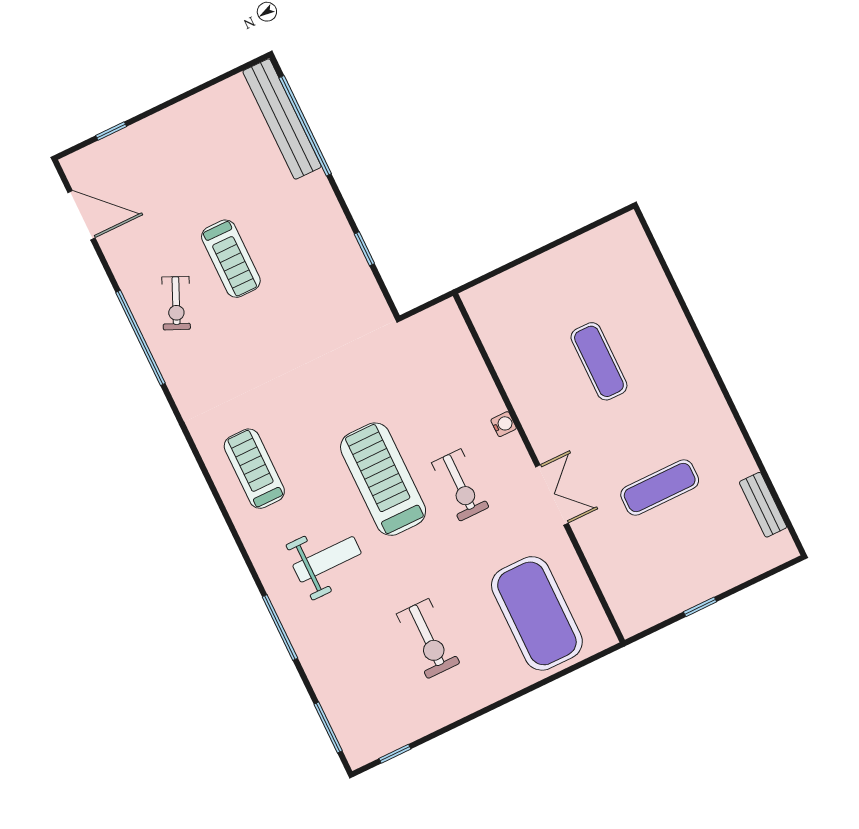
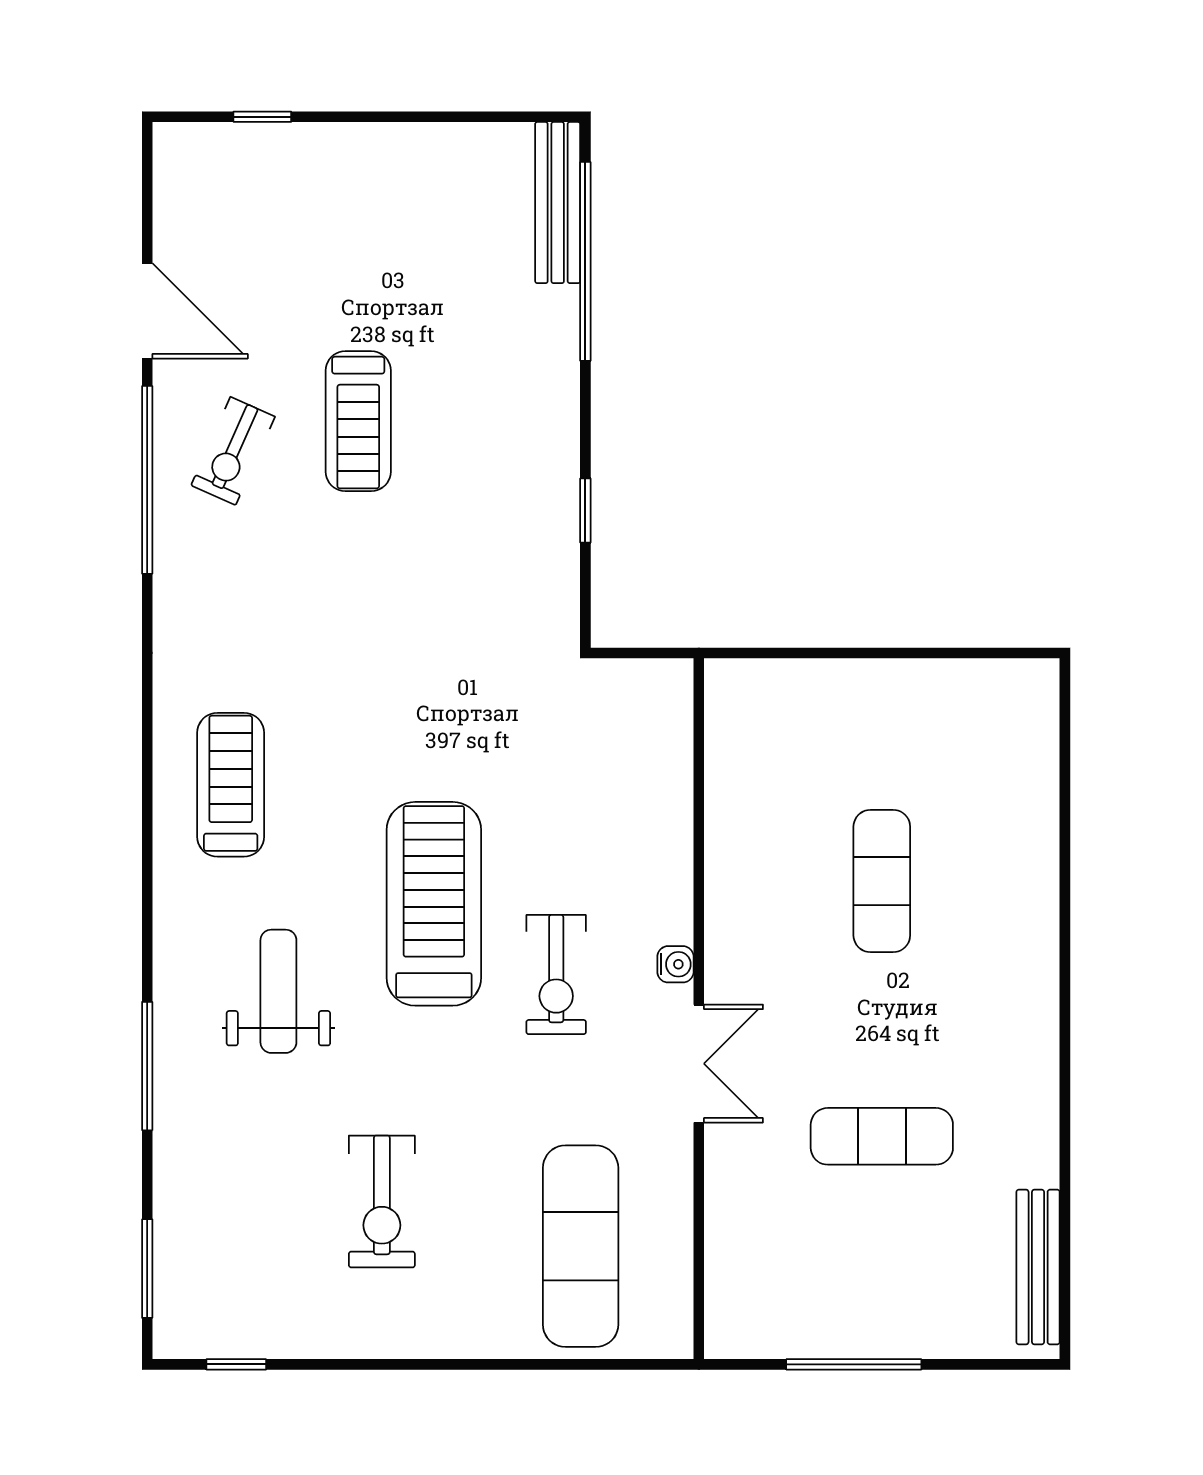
bench: (282, 119) -> (558, 203), width x0.73, depth x0.82
door: (82, 215) -> (147, 311), moved
water cooler: (504, 424) -> (675, 964), moved
bench: (763, 505) -> (1038, 1267), width x1.36
weight bench: (327, 559) -> (278, 991), turned -90
window: (700, 607) -> (854, 1364), width x2.17
exercise mat: (537, 613) -> (581, 1246), width x0.68

